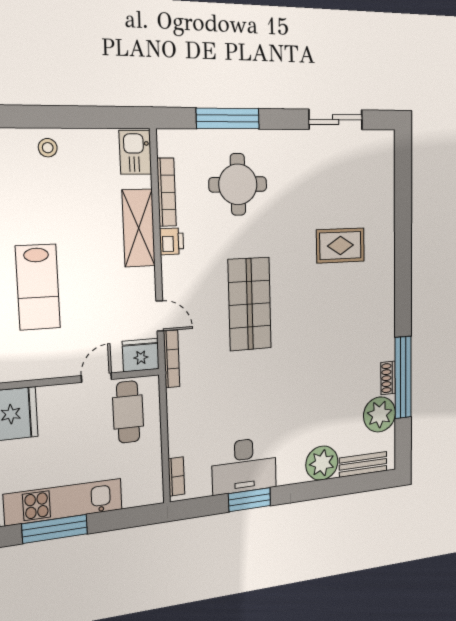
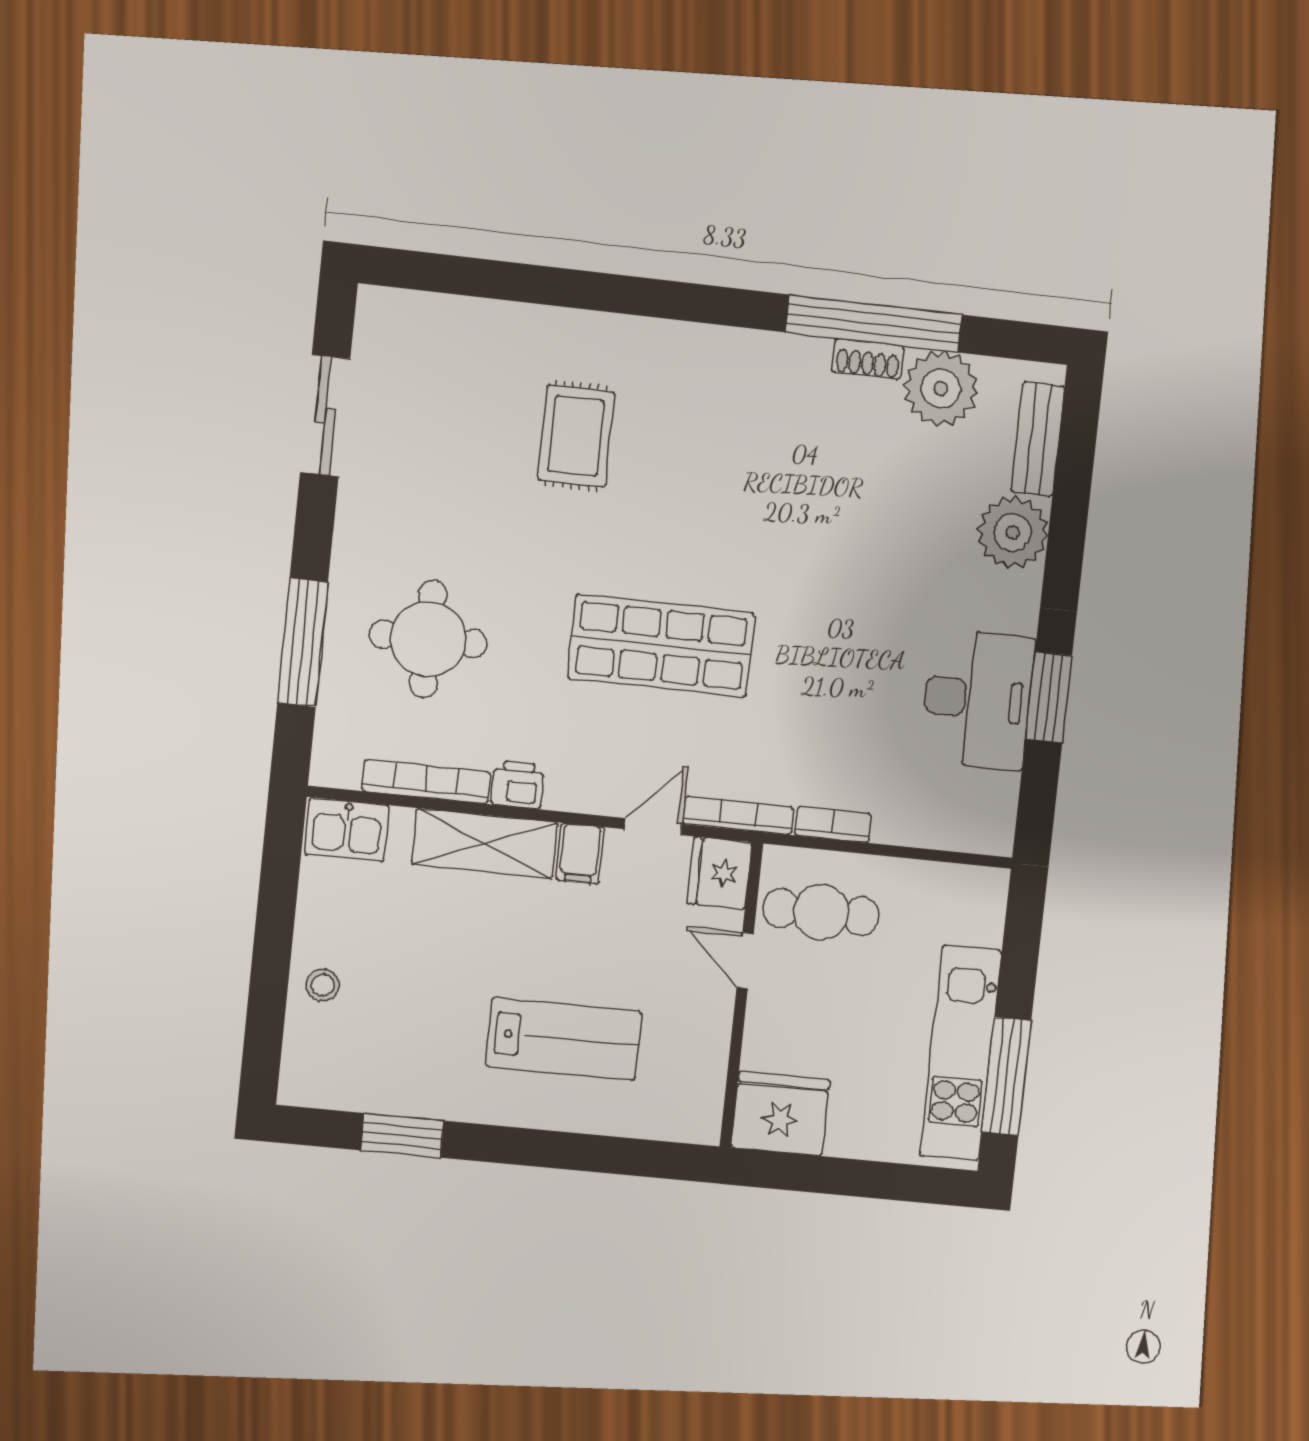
filing cabinet: (140, 280) -> (580, 854), added
bookcase: (176, 477) -> (833, 824), moved

